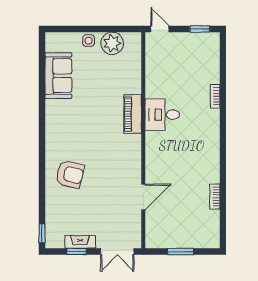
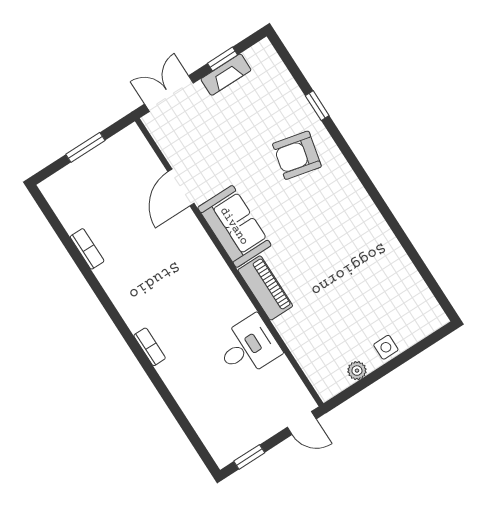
plant: (112, 43) -> (357, 371), width x0.53, depth x0.53
sofa: (58, 76) -> (234, 226), moved, turned 180
bookcase: (215, 96) -> (150, 347), moved
desk: (162, 115) -> (248, 347), moved
window: (42, 233) -> (317, 106), moved

